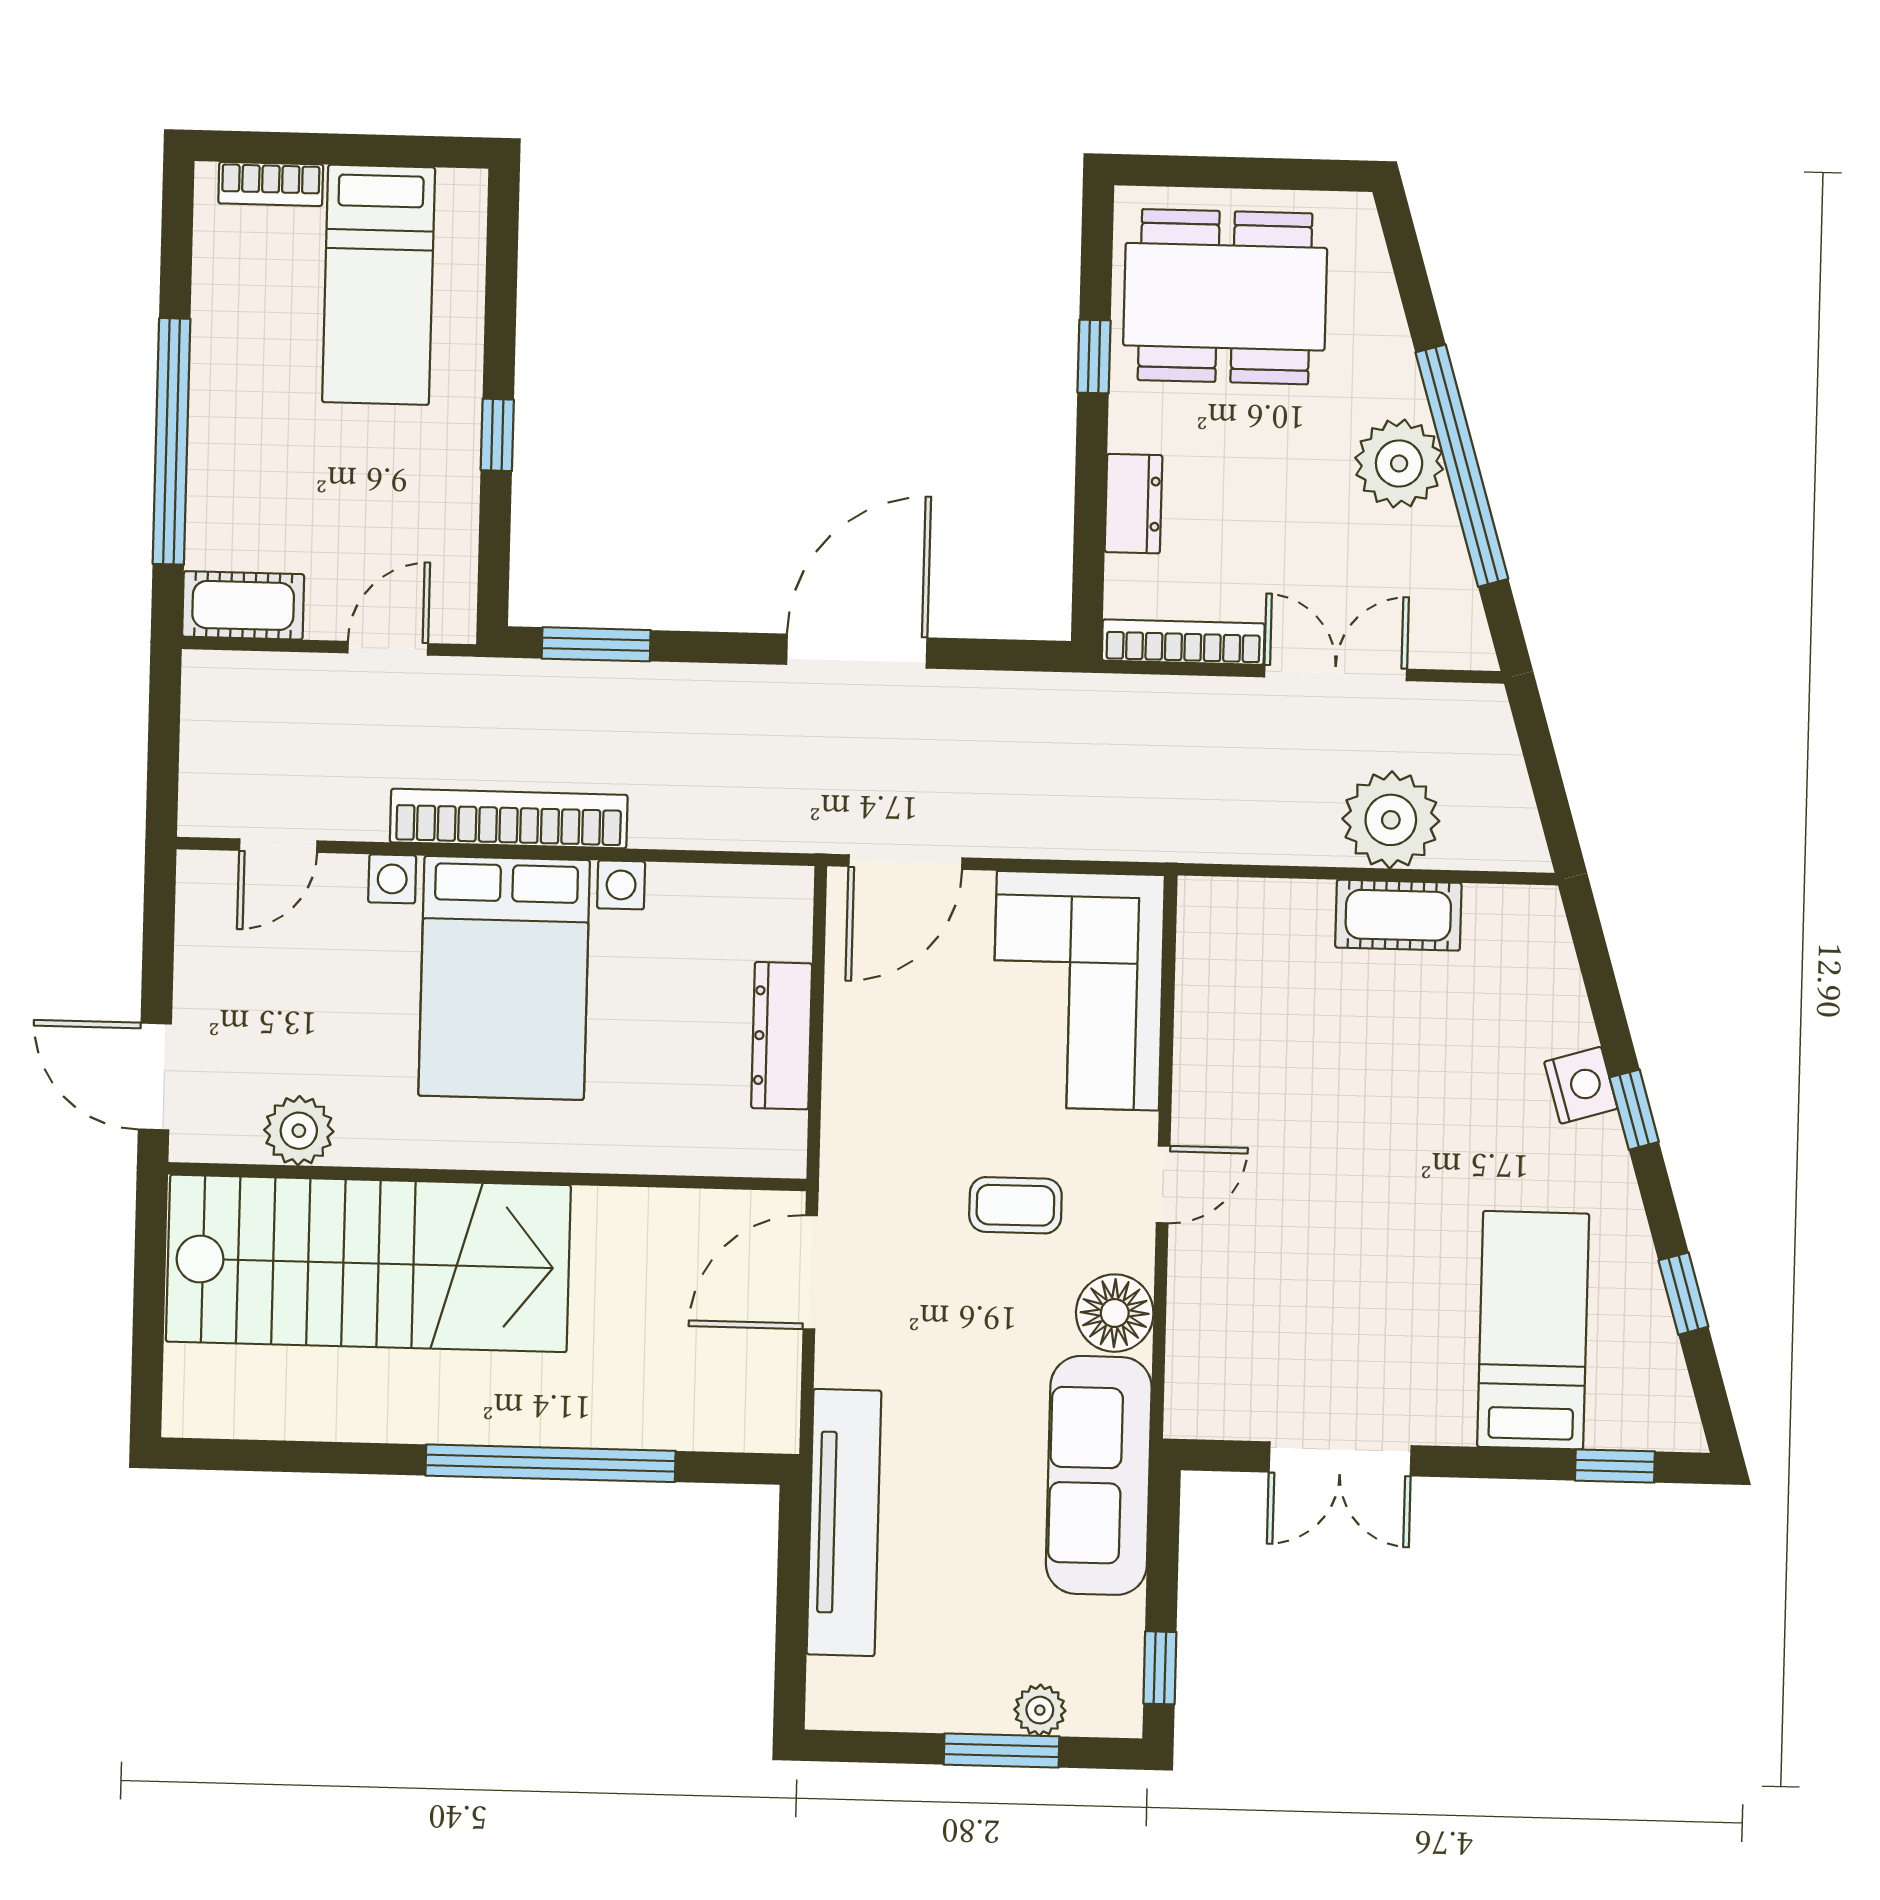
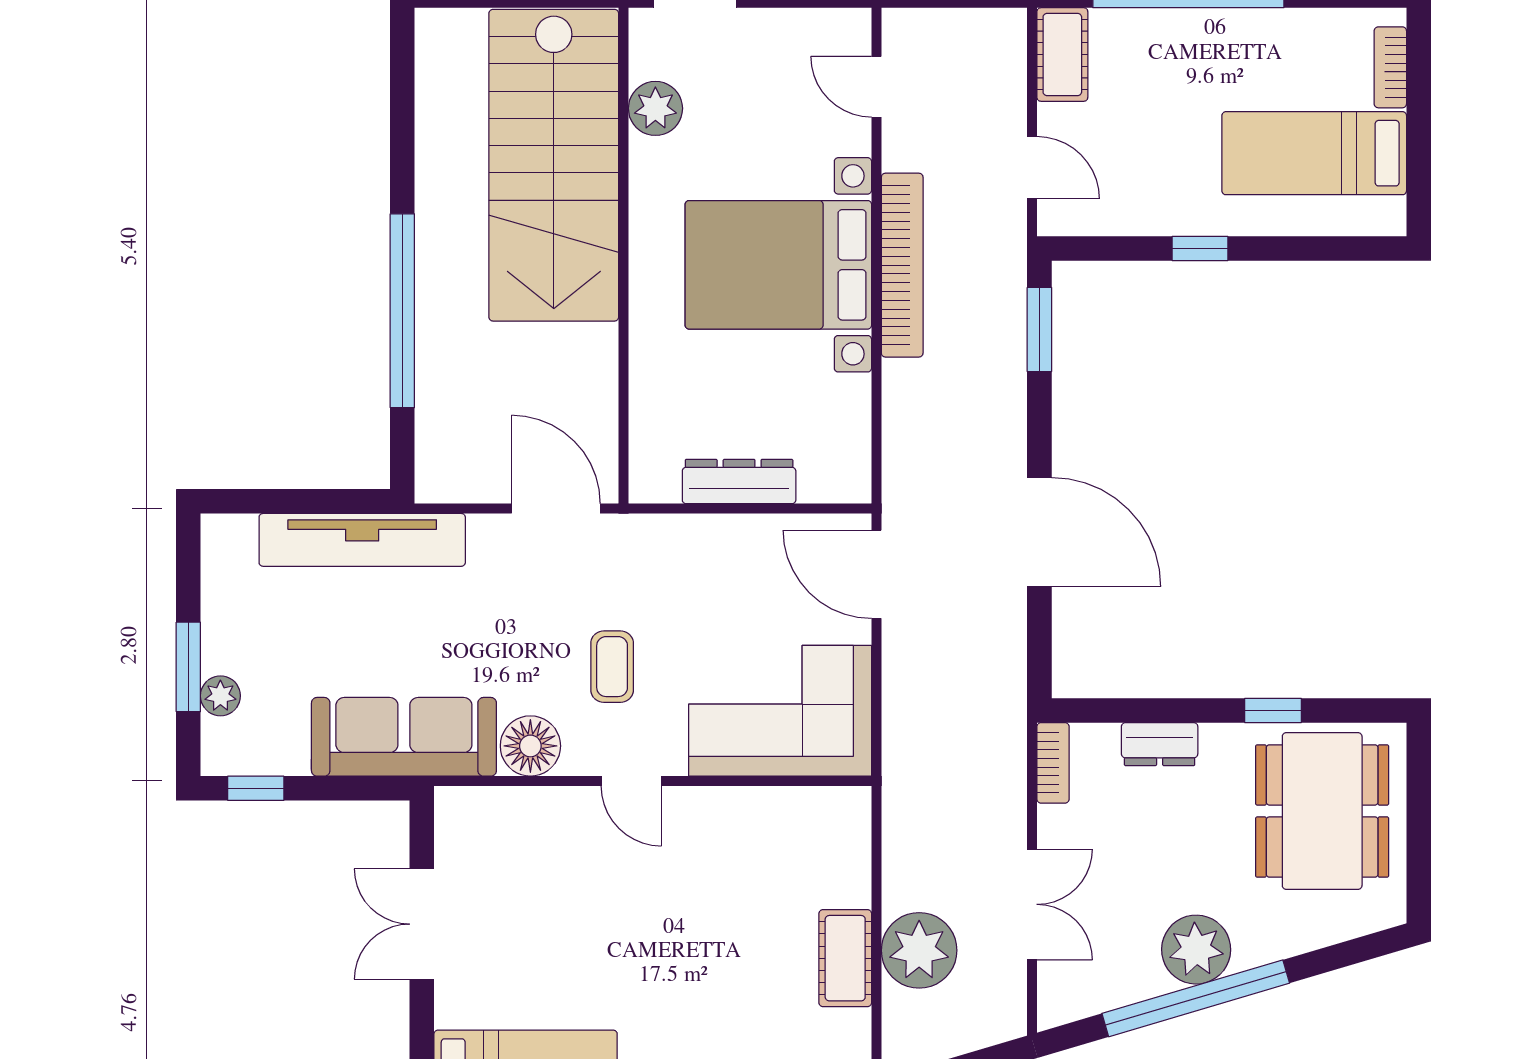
bookcase: (1183, 642) -> (1053, 763), width x0.64

